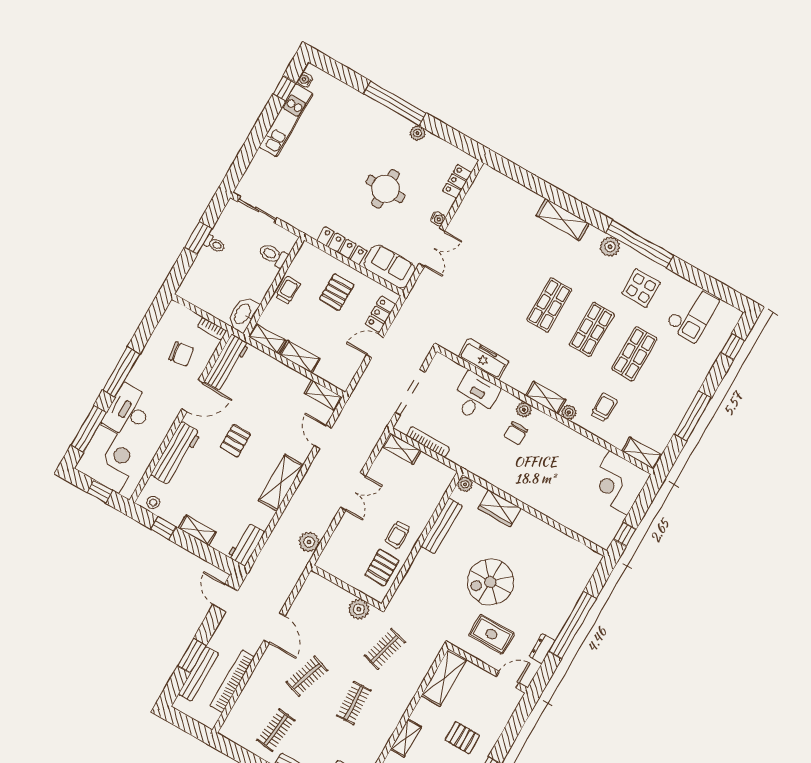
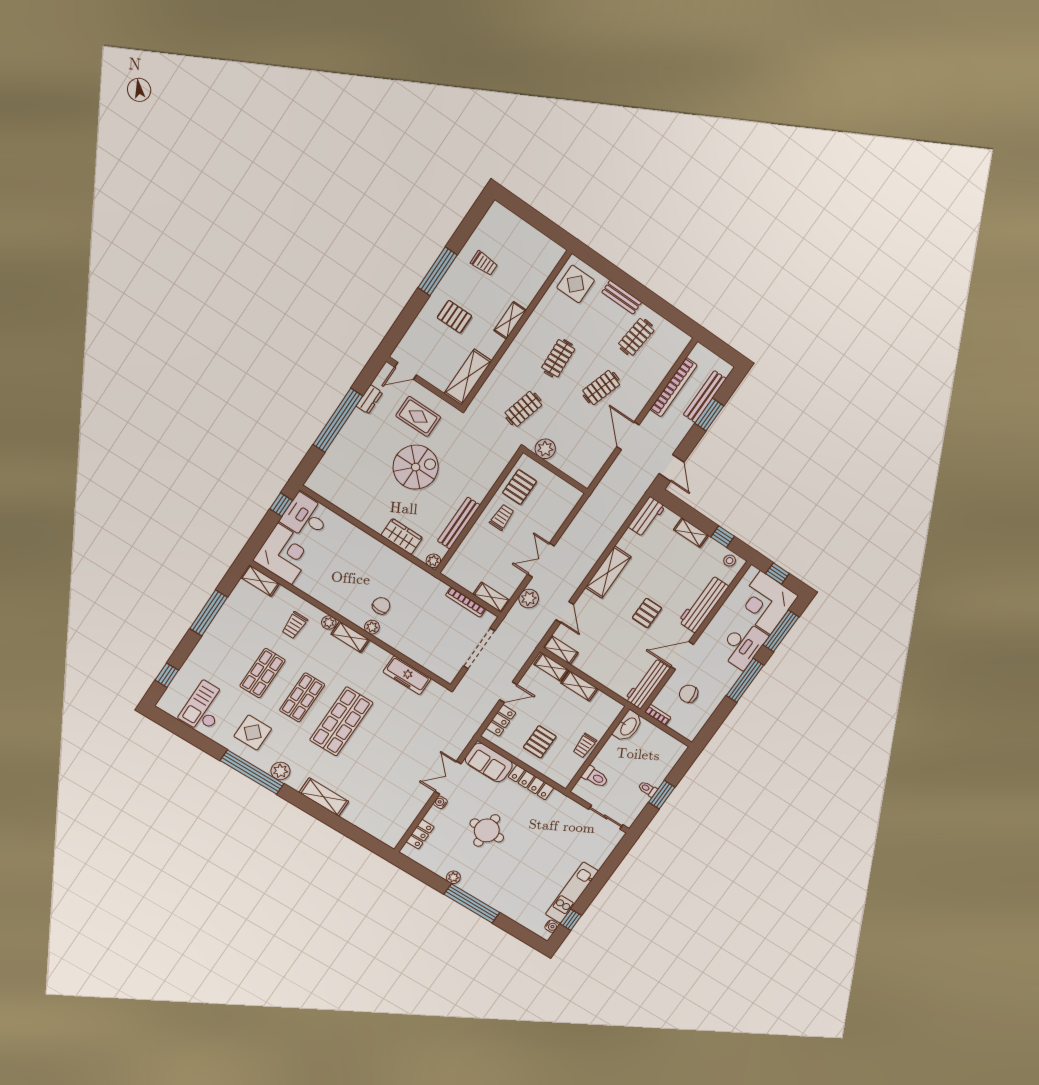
shop shelf: (549, 305) -> (341, 721), width x1.43, depth x1.36
shelving: (267, 339) -> (551, 667), moved
desk: (475, 397) -> (306, 517), moved, turned 90
plant: (309, 542) -> (529, 599), moved

